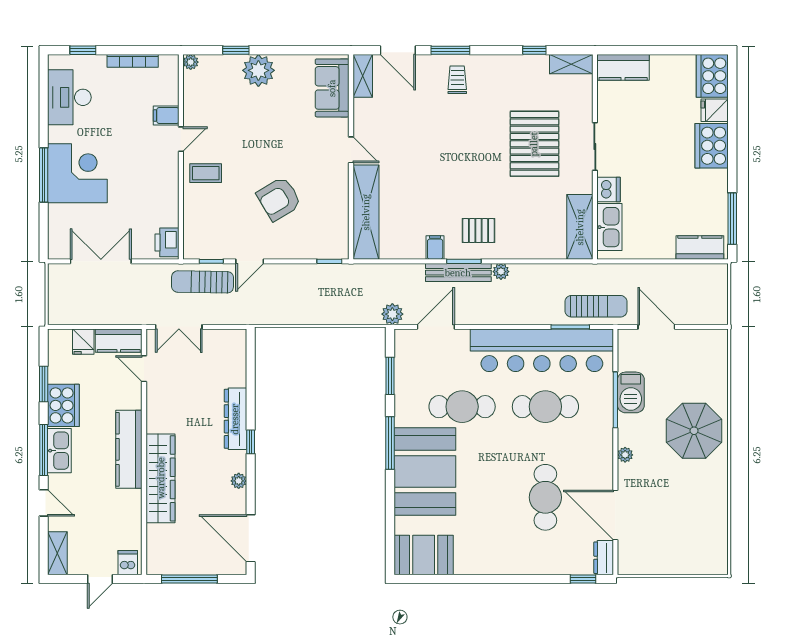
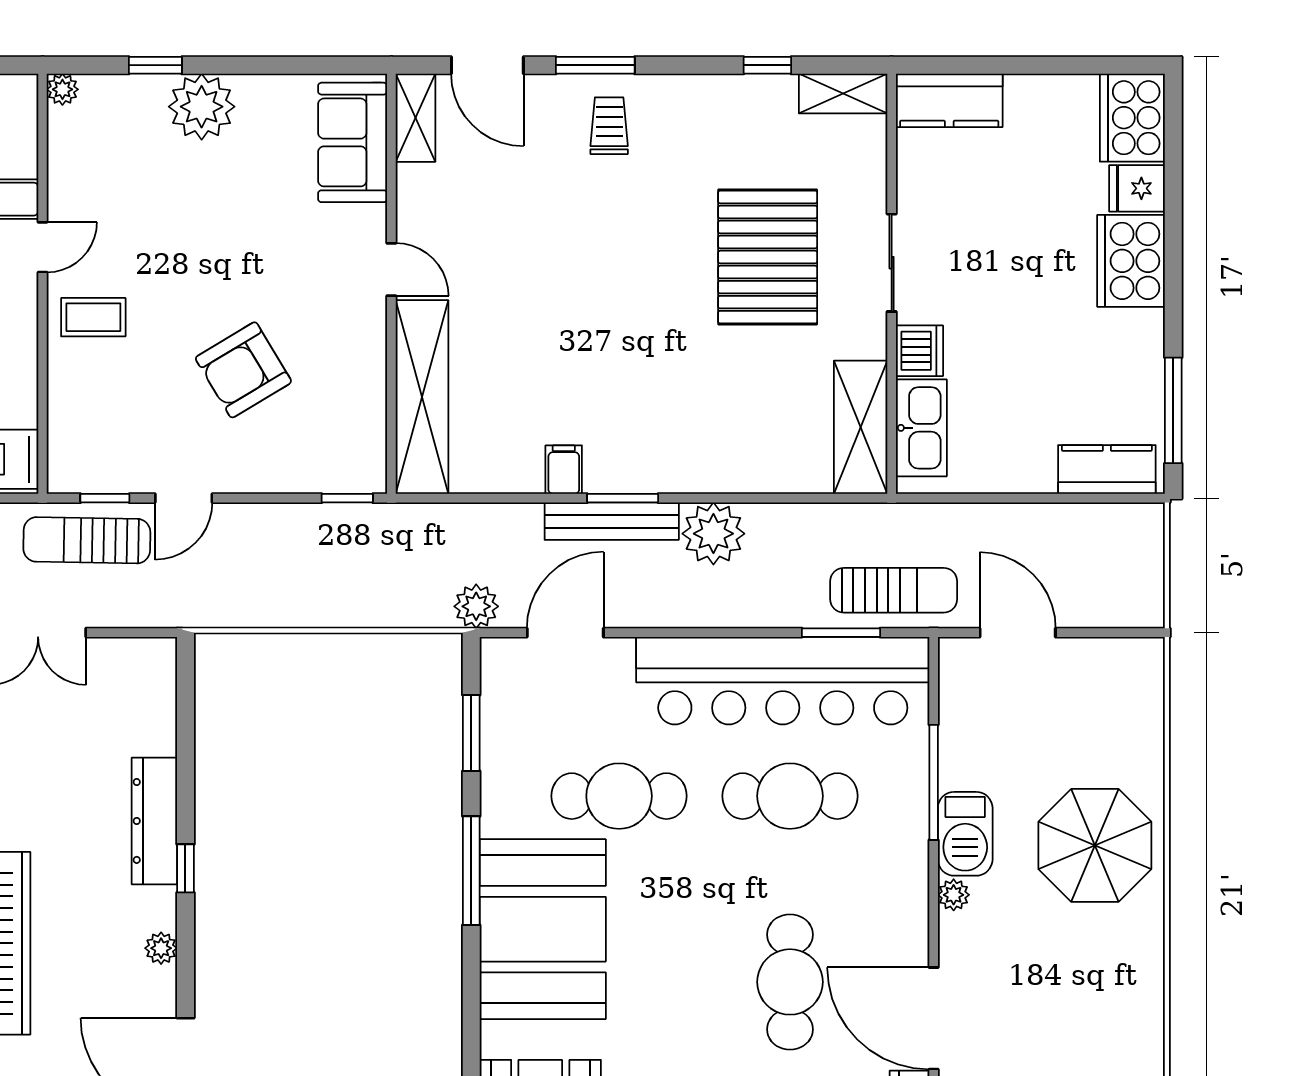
pallet: (478, 231) -> (653, 435), removed
plant: (501, 272) -> (713, 534), width x1.88, depth x1.88
barbecue: (631, 392) -> (965, 834), moved

